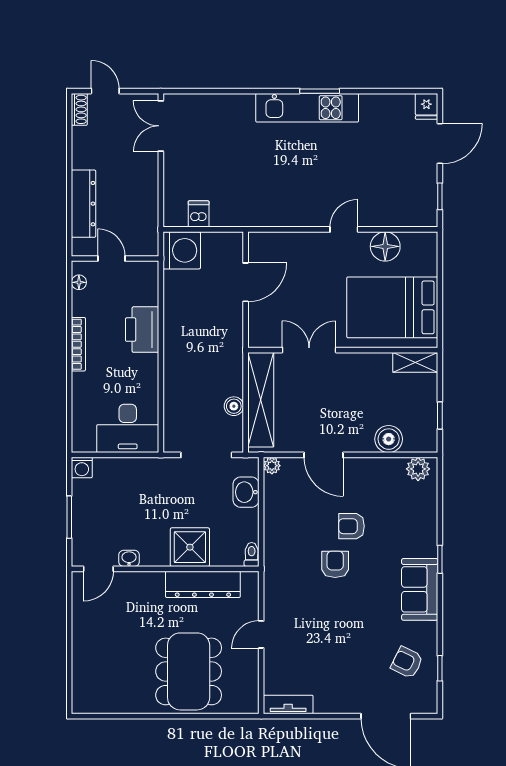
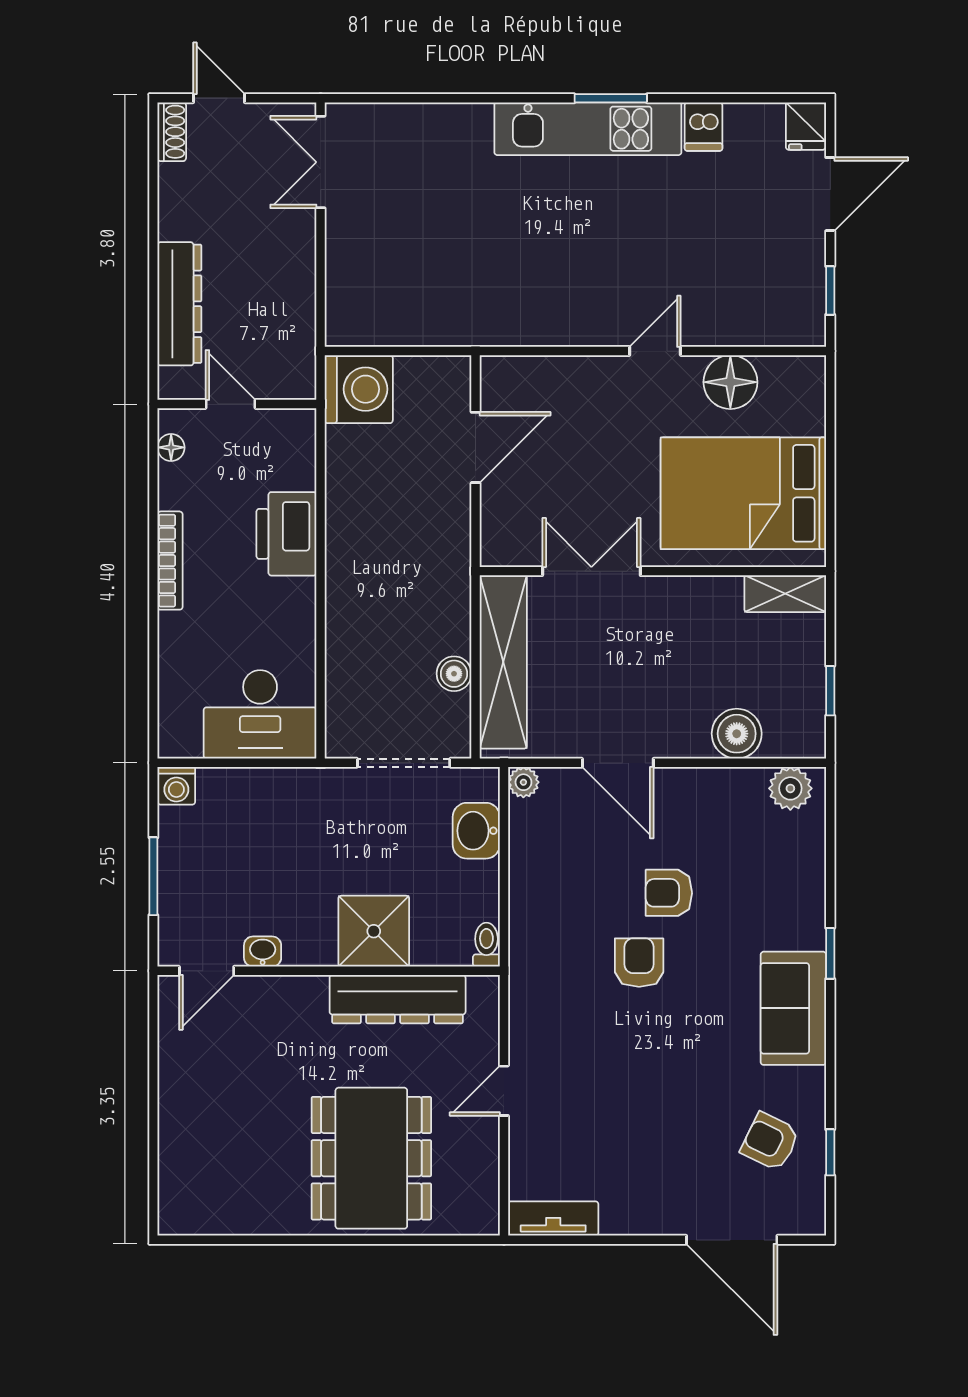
dishwasher: (199, 214) -> (704, 127), moved, turned 180

